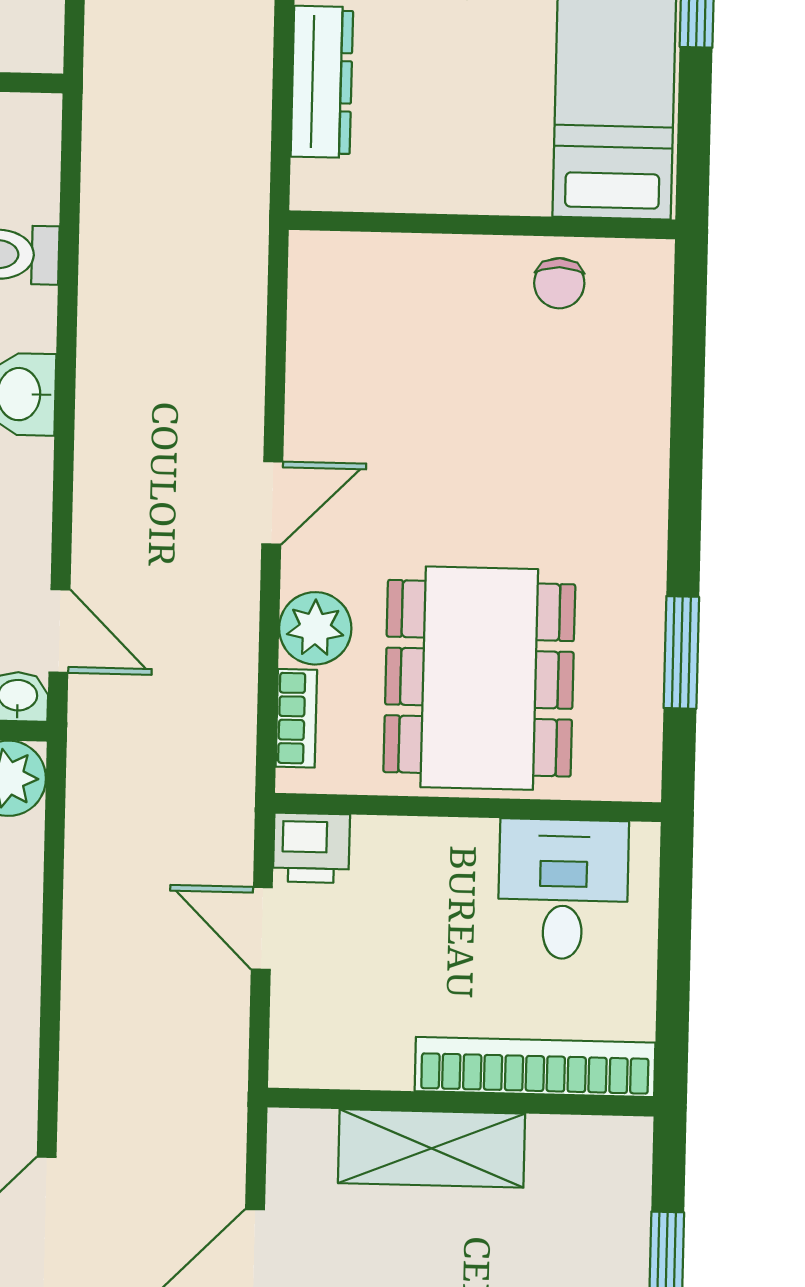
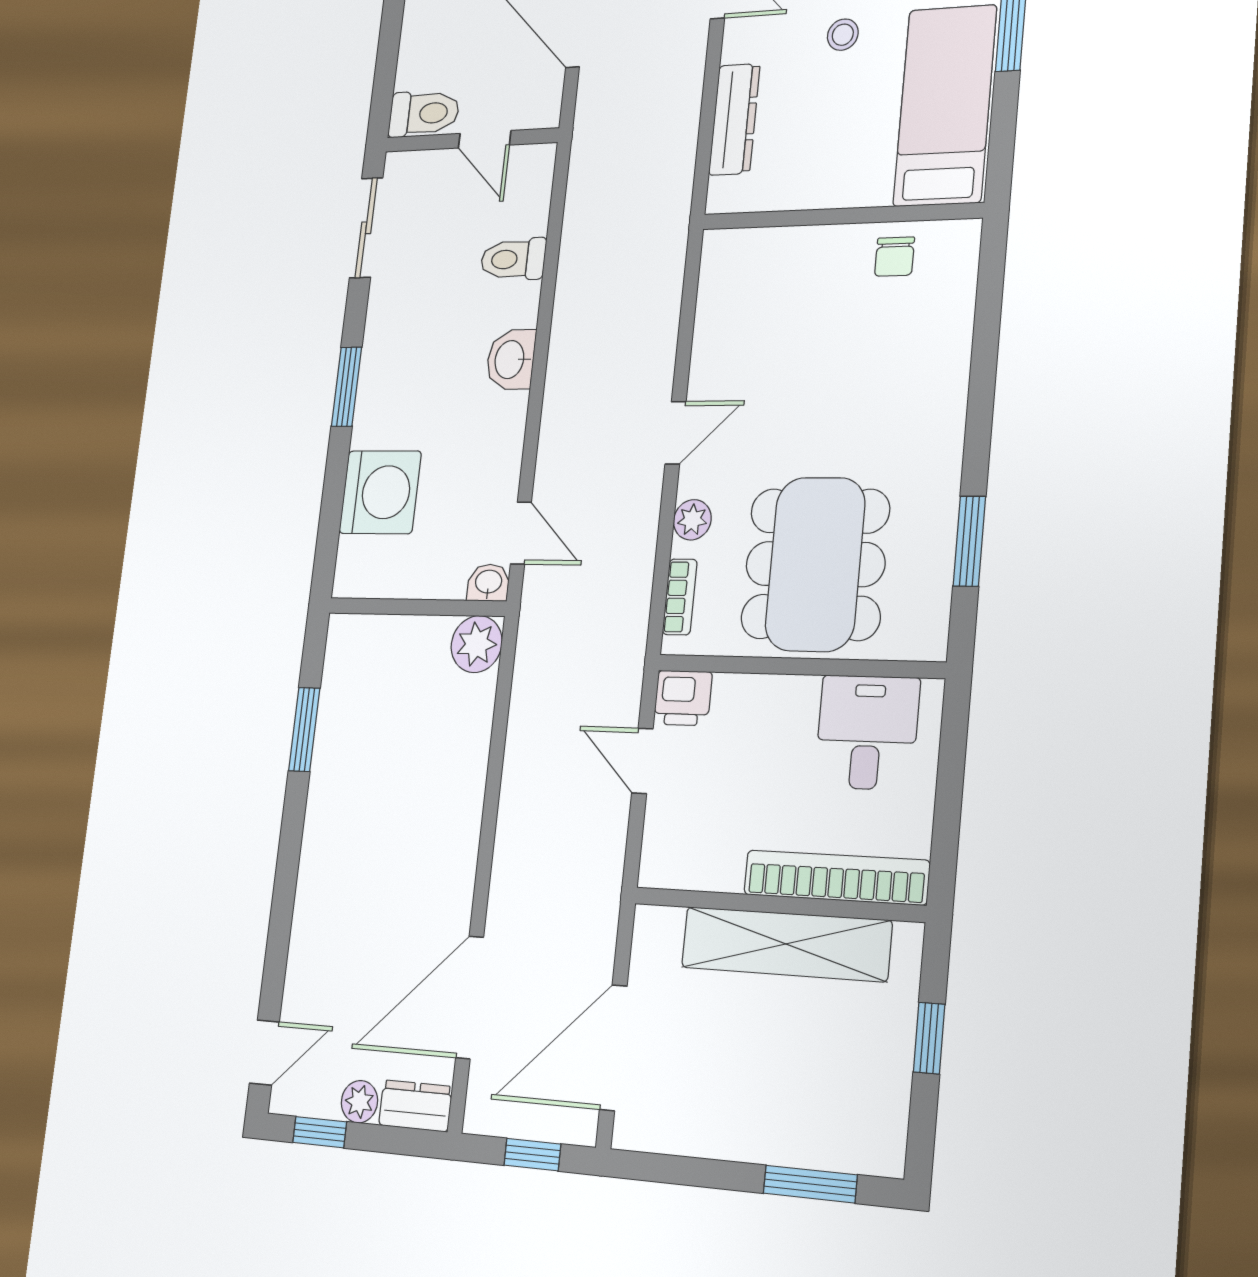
plant: (315, 628) -> (692, 520), width x0.73, depth x0.73
shelving: (432, 1148) -> (786, 944), width x1.47

